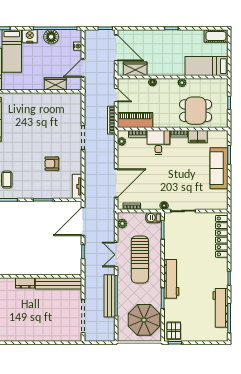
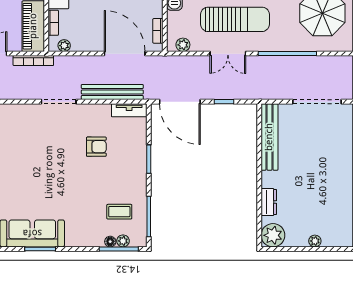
armchair: (52, 164) -> (96, 147), turned -90
dresser: (25, 283) -> (269, 202), moved
bench: (110, 296) -> (112, 92), moved

